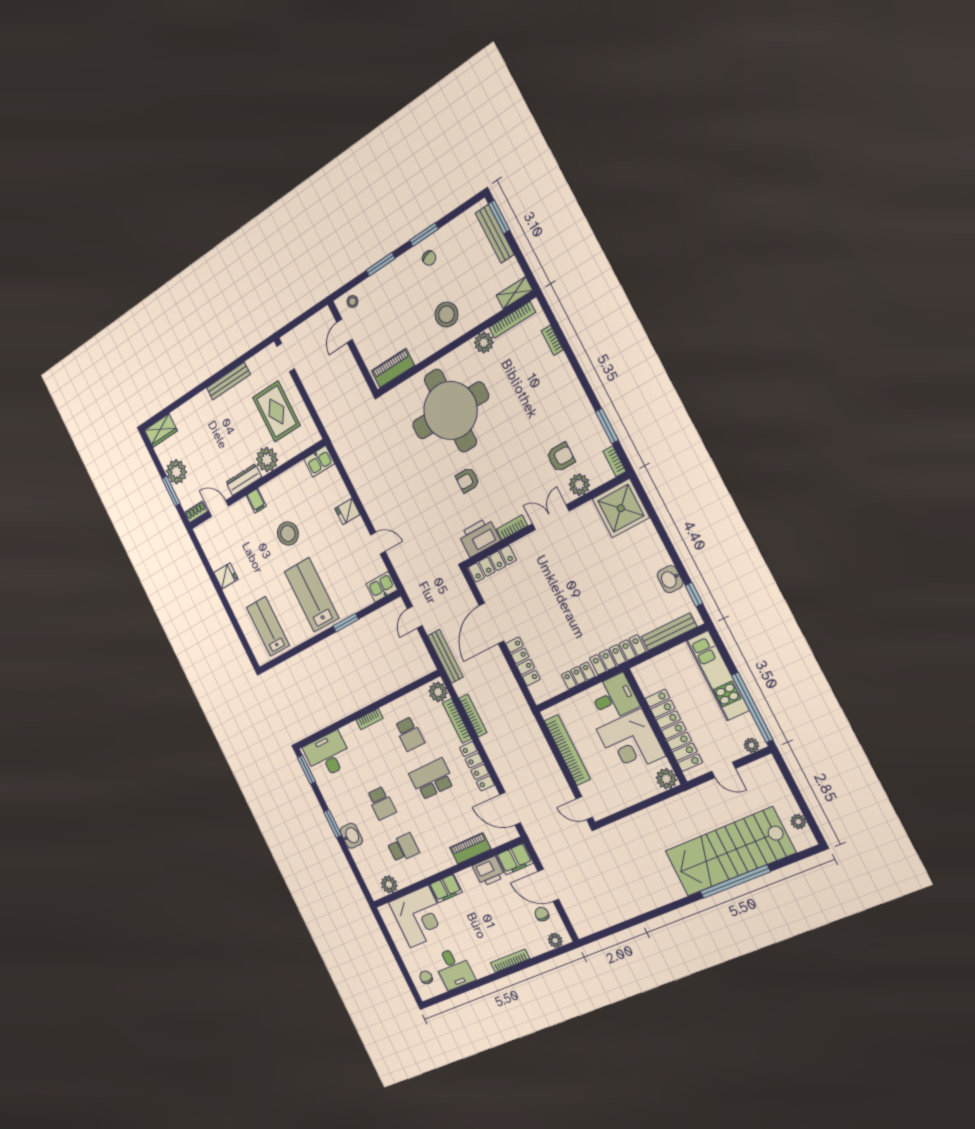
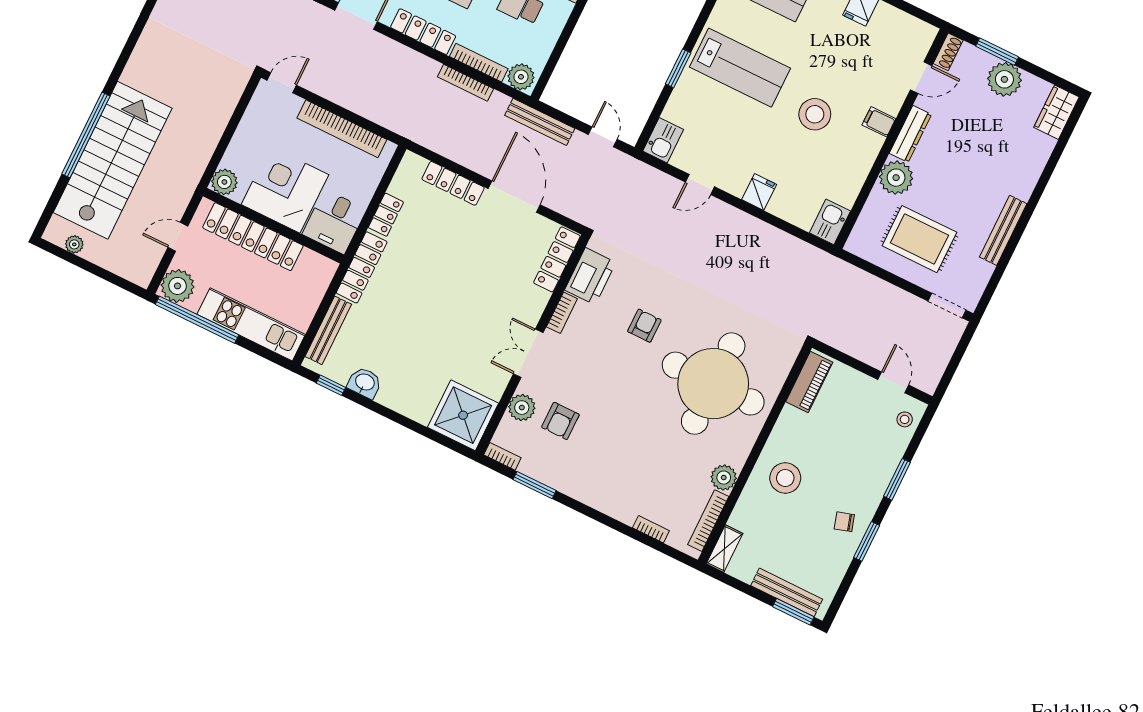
double door: (551, 517) -> (528, 353), swing flipped
plant: (751, 745) -> (178, 286), width x1.88, depth x1.88

